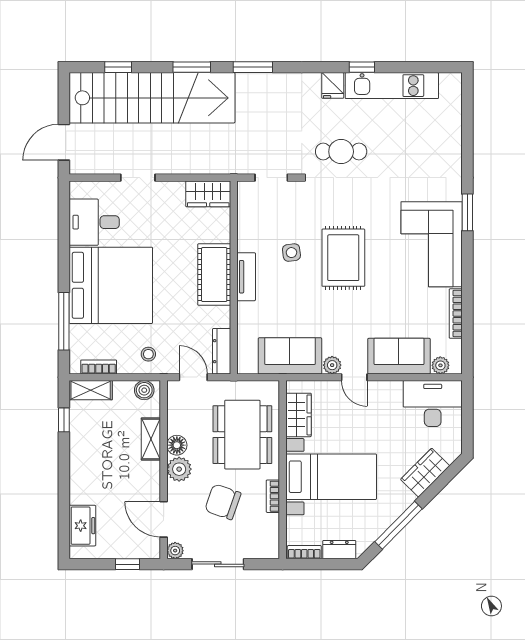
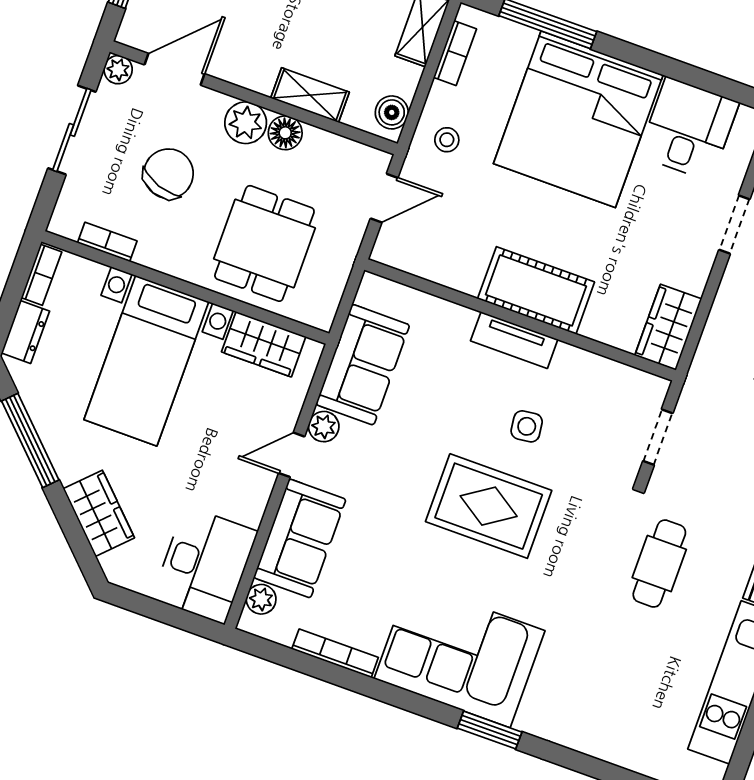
dresser: (222, 351) -> (409, 258), removed
dining table: (242, 435) -> (264, 243), width x0.73
bookcase: (273, 496) -> (107, 242), moved

